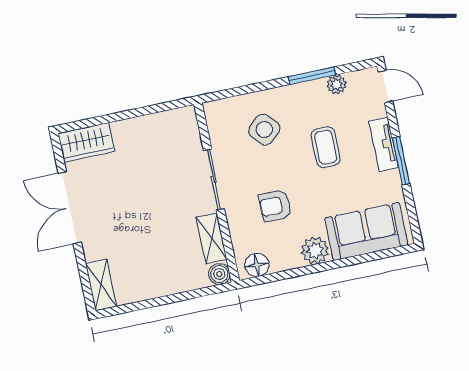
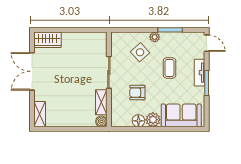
plant: (336, 84) -> (155, 37), moved
floor lamp: (257, 265) -> (138, 121), moved

